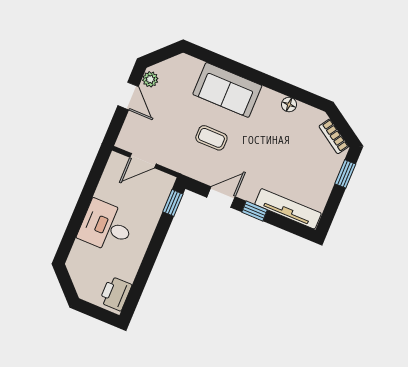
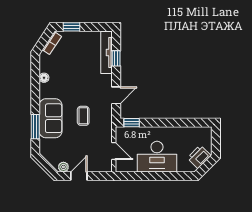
window: (224, 63) -> (35, 127), added
door: (221, 197) -> (116, 95), swing flipped
window: (255, 211) -> (116, 58), moved
desk: (106, 226) -> (157, 157), width x1.37
printer: (115, 294) -> (199, 157), moved, turned 135

